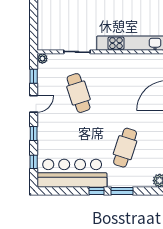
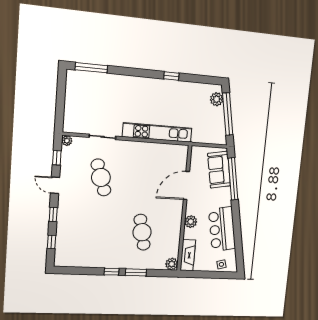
door: (34, 104) -> (55, 185), swing flipped
cafe table: (125, 148) -> (142, 232), turned -30
bar counter: (72, 173) -> (89, 254), removed

